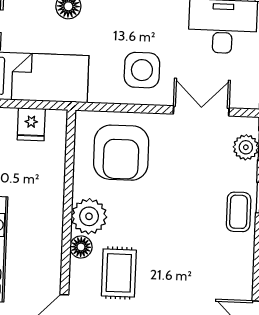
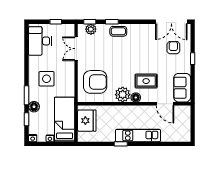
side table: (142, 70) -> (46, 79), moved
fridge: (31, 124) -> (87, 121), width x1.88, depth x1.34

